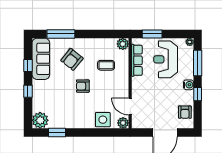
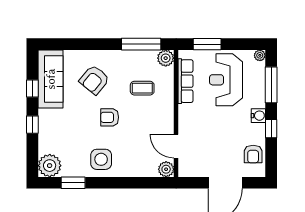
window: (61, 34) -> (141, 44), moved
side table: (103, 120) -> (101, 159), moved

